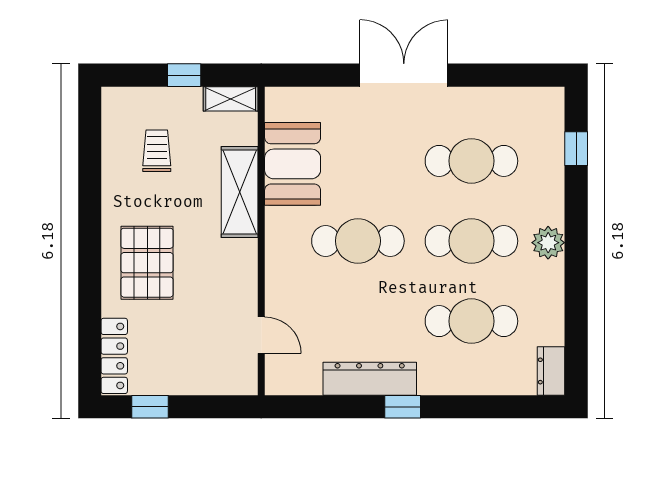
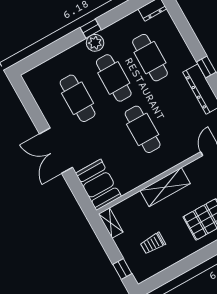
window: (184, 75) -> (122, 269), moved
window: (576, 149) -> (91, 29), moved
booth: (293, 164) -> (99, 185), moved, turned 90
shelving: (240, 192) -> (165, 187), moved

